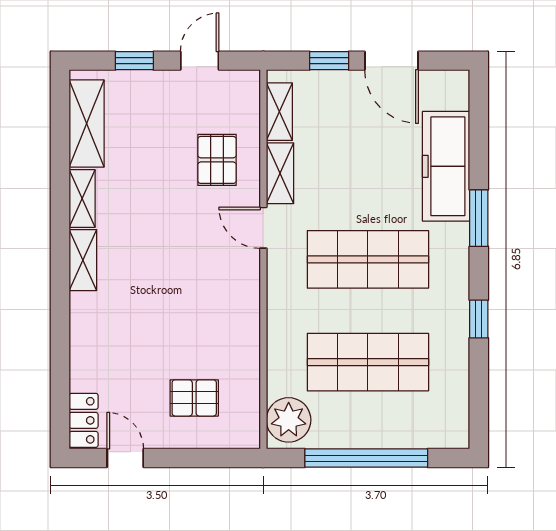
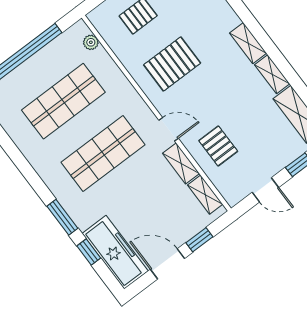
door: (200, 61) -> (265, 190), hinge flipped
freezer: (446, 166) -> (115, 252), moved
pallet: (197, 306) -> (172, 64), added
window: (479, 319) -> (89, 252), moved
plant: (289, 420) -> (91, 42), width x0.53, depth x0.53

